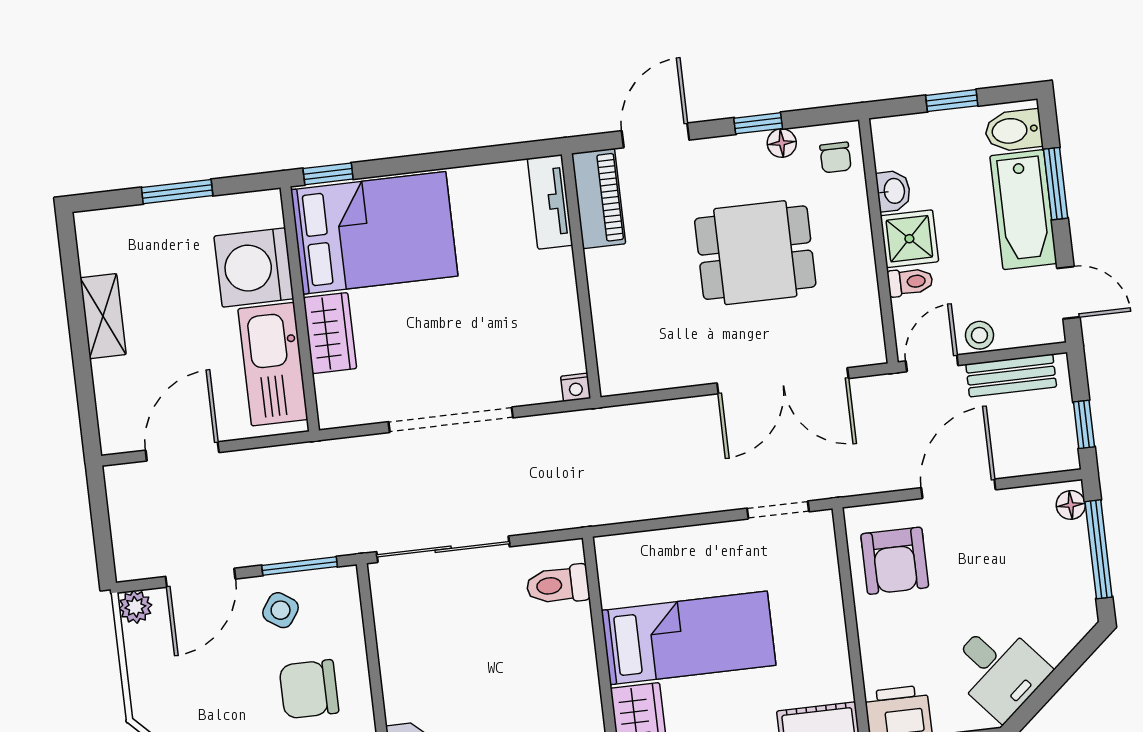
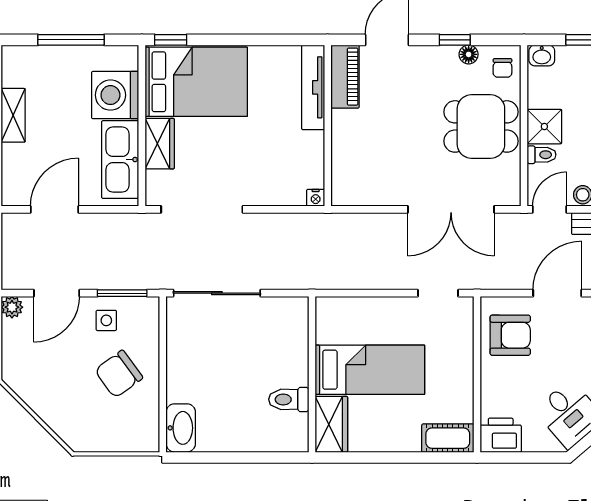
washbasin: (893, 191) -> (542, 55), moved, turned 90
window: (177, 192) -> (71, 40), width x1.44
tv unit: (550, 202) -> (313, 87), width x1.41
dining table: (755, 253) -> (481, 126), moved
doorway: (451, 420) -> (202, 209), moved
armchair: (895, 561) -> (510, 335), turned -90
toilet: (558, 585) -> (289, 399), moved
side table: (281, 610) -> (106, 320), turned -34
chair: (309, 689) -> (119, 374), turned -36

